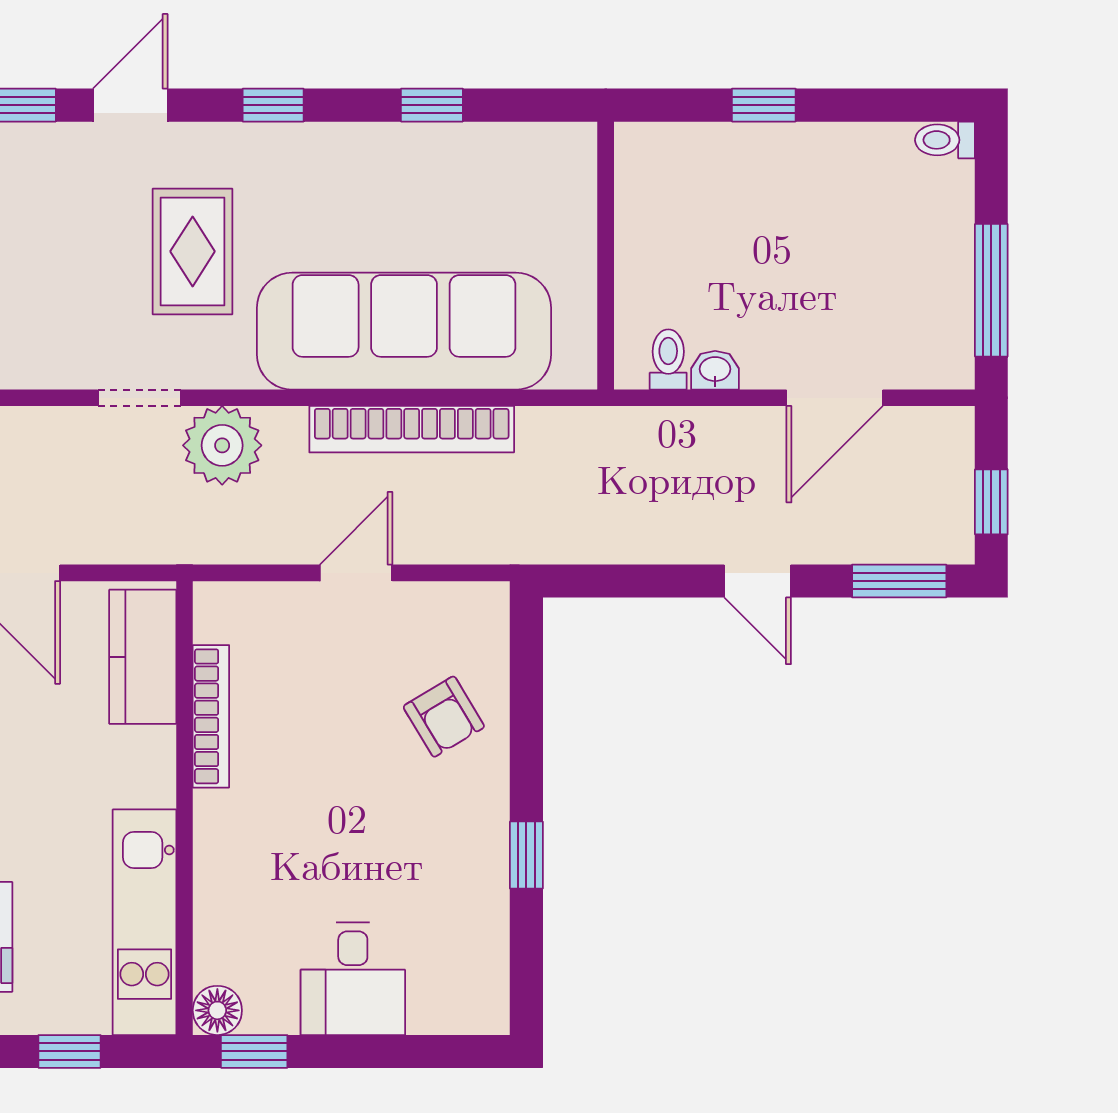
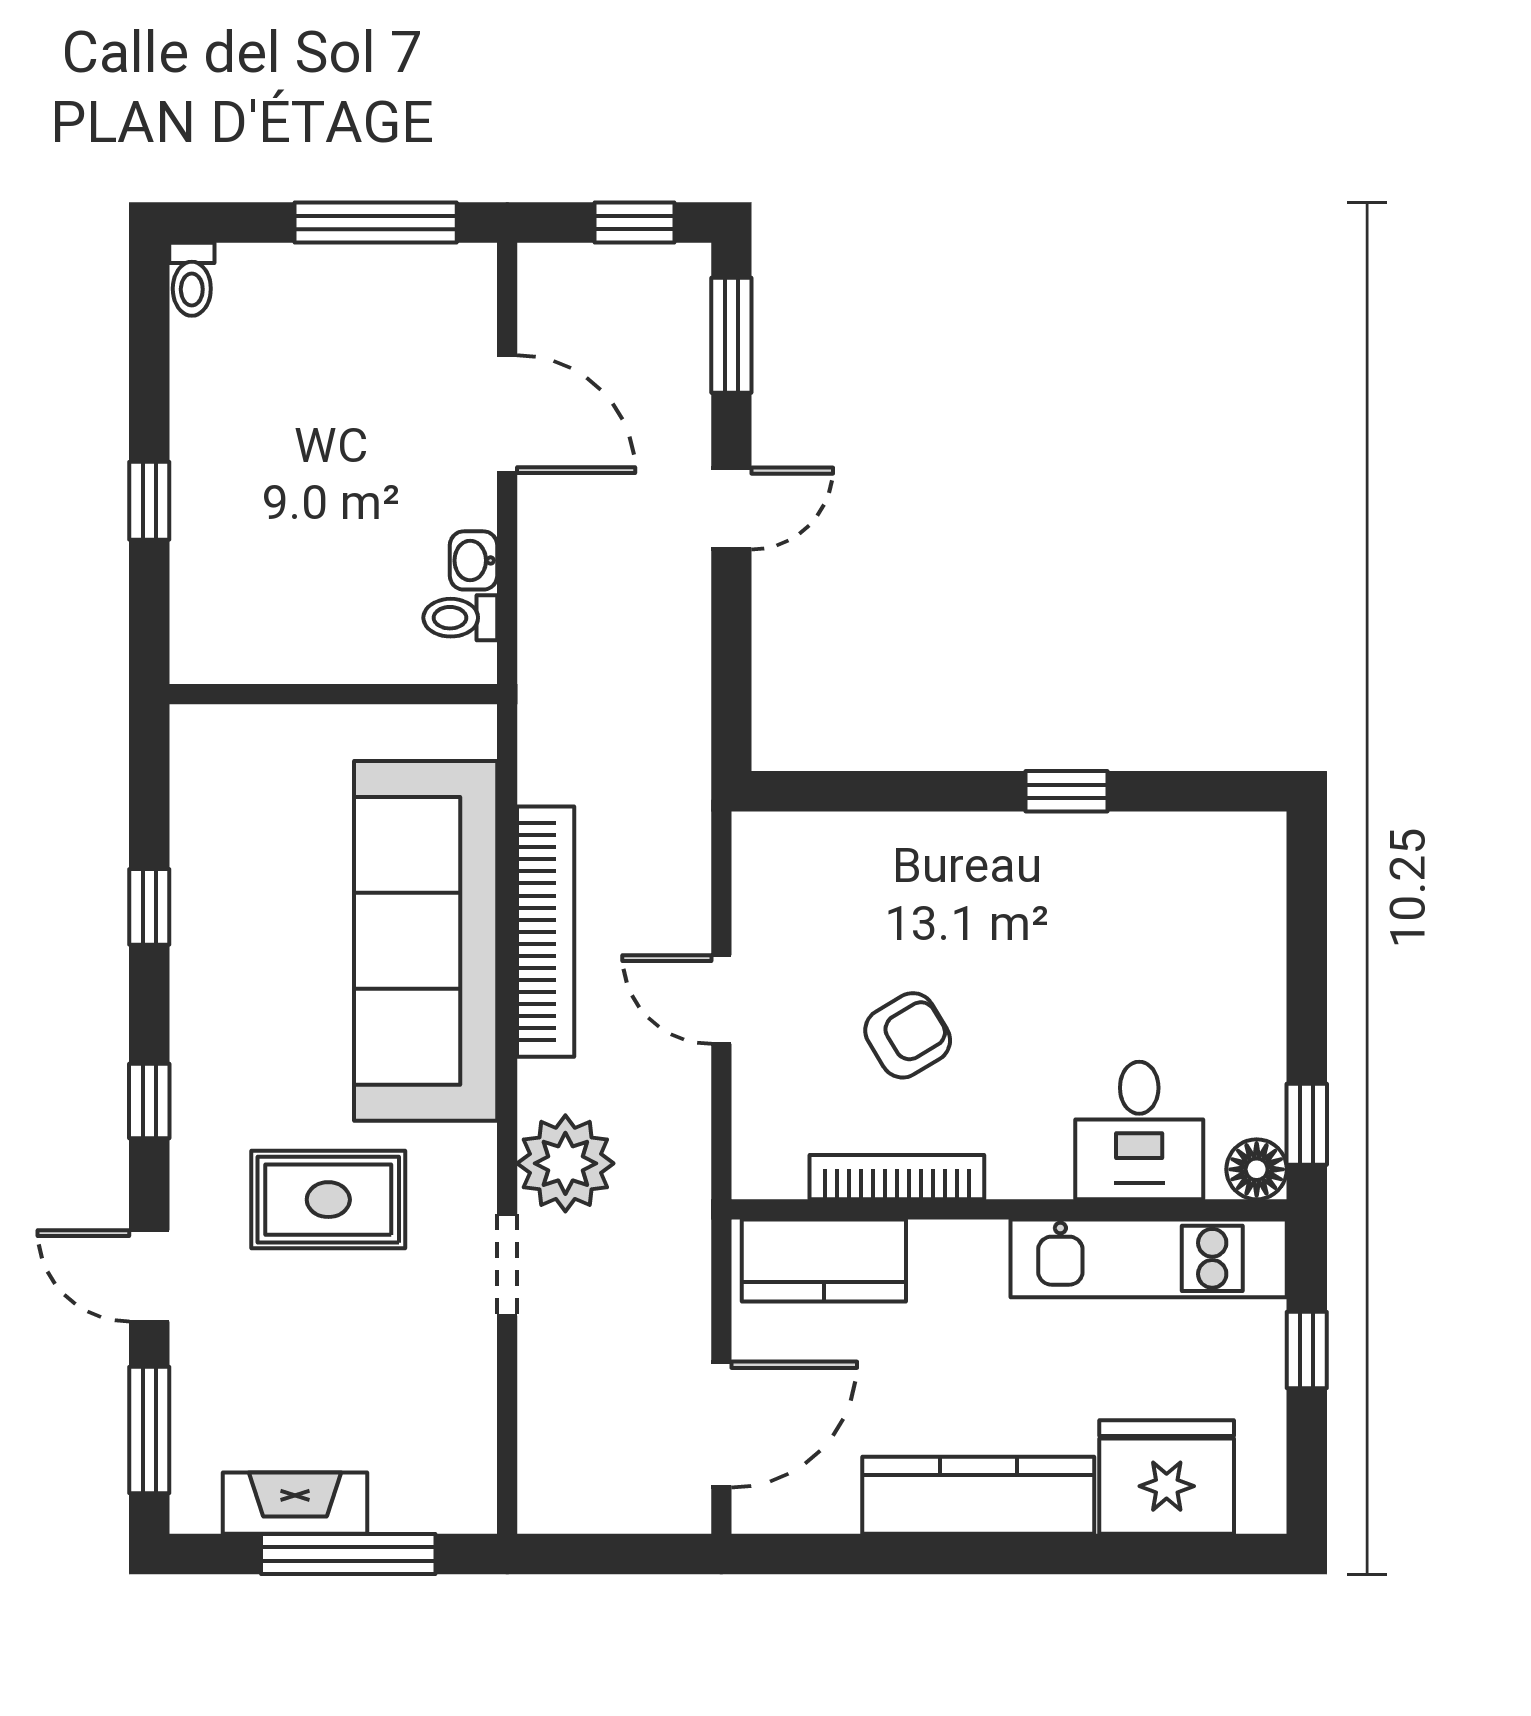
armchair: (444, 717) -> (908, 1035), moved
desk: (353, 979) -> (1139, 1130), moved, turned 90

